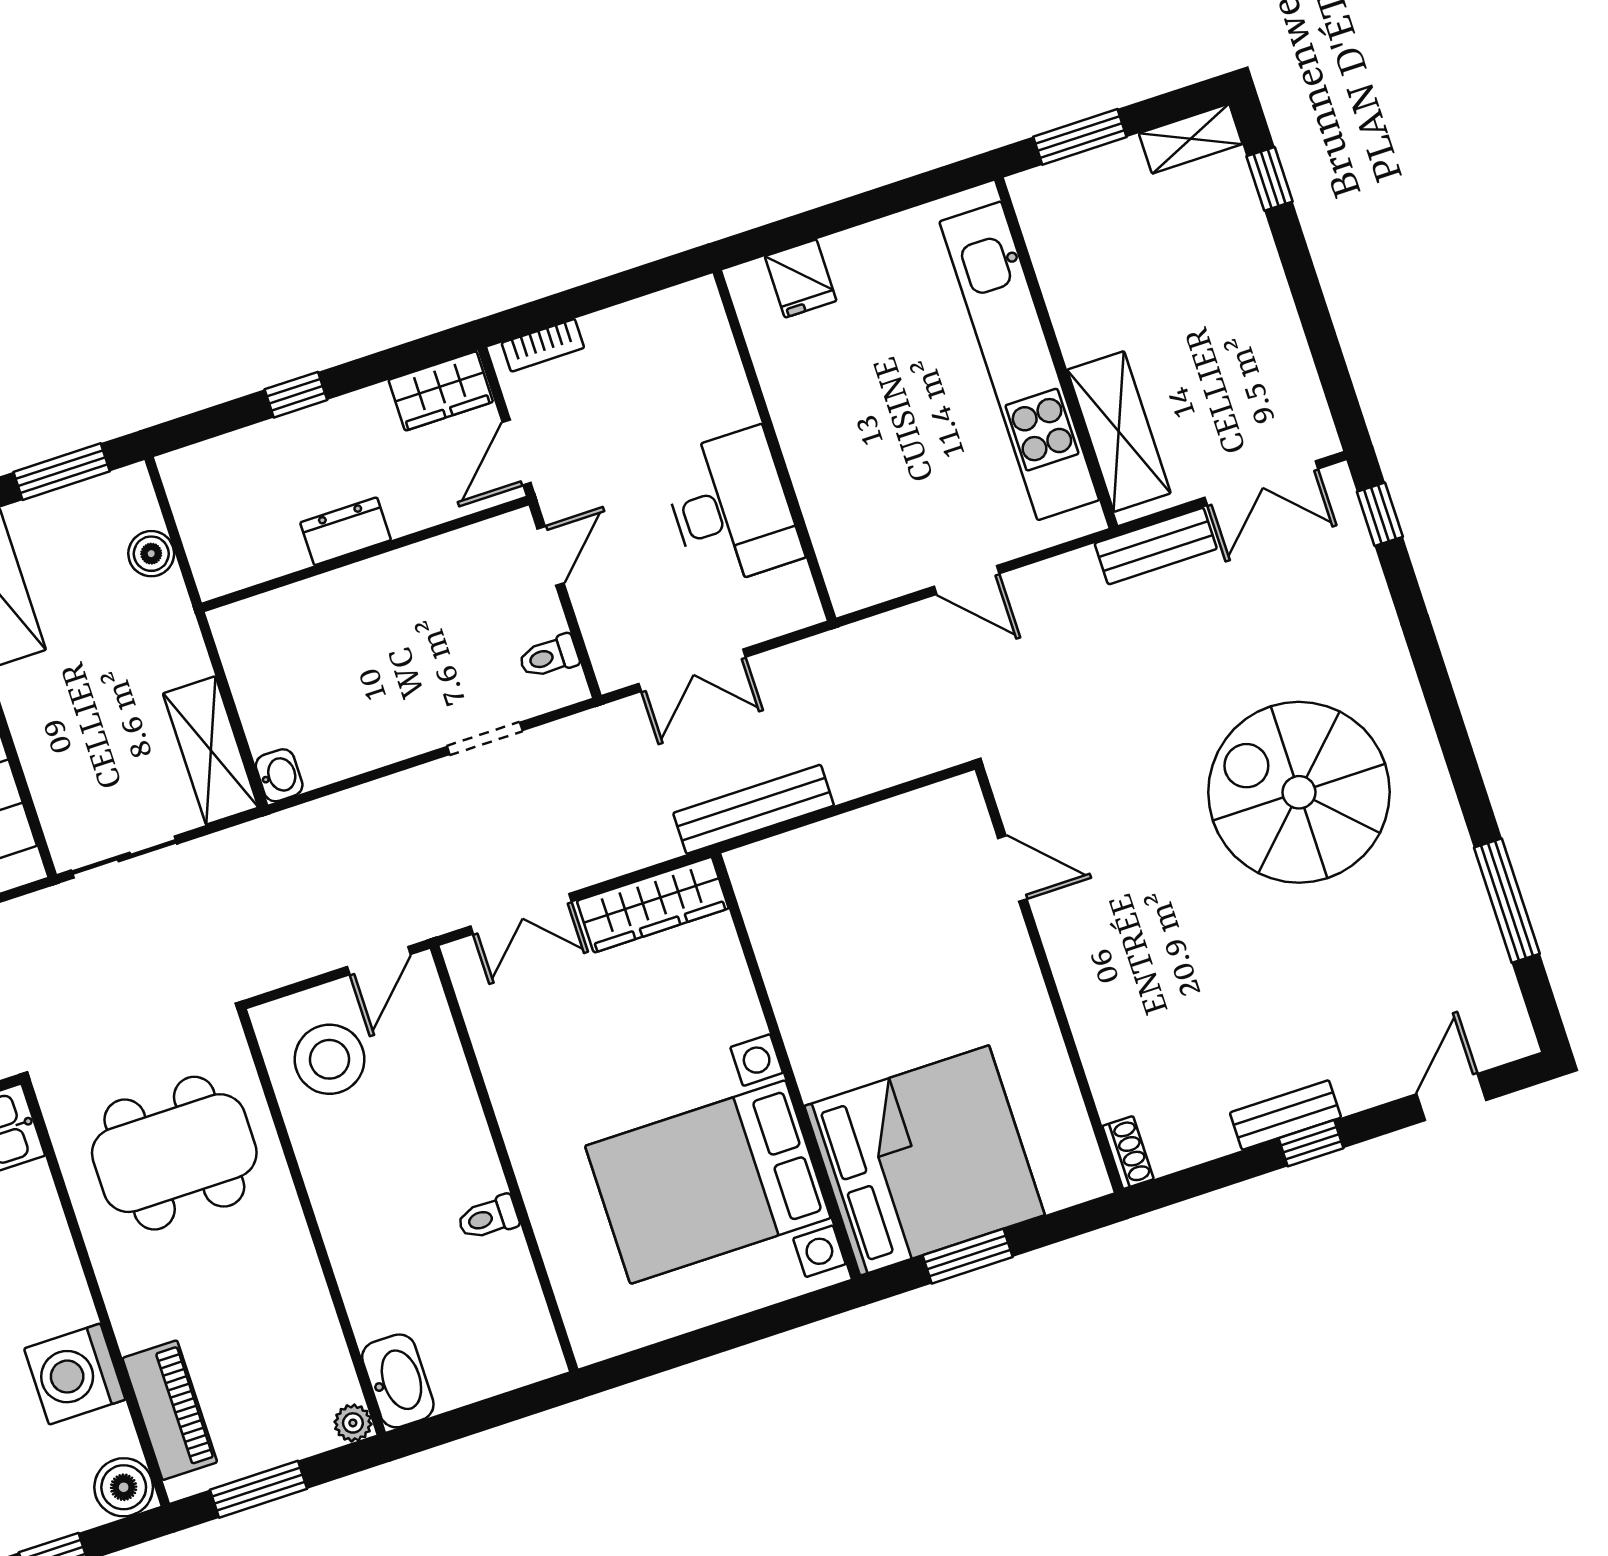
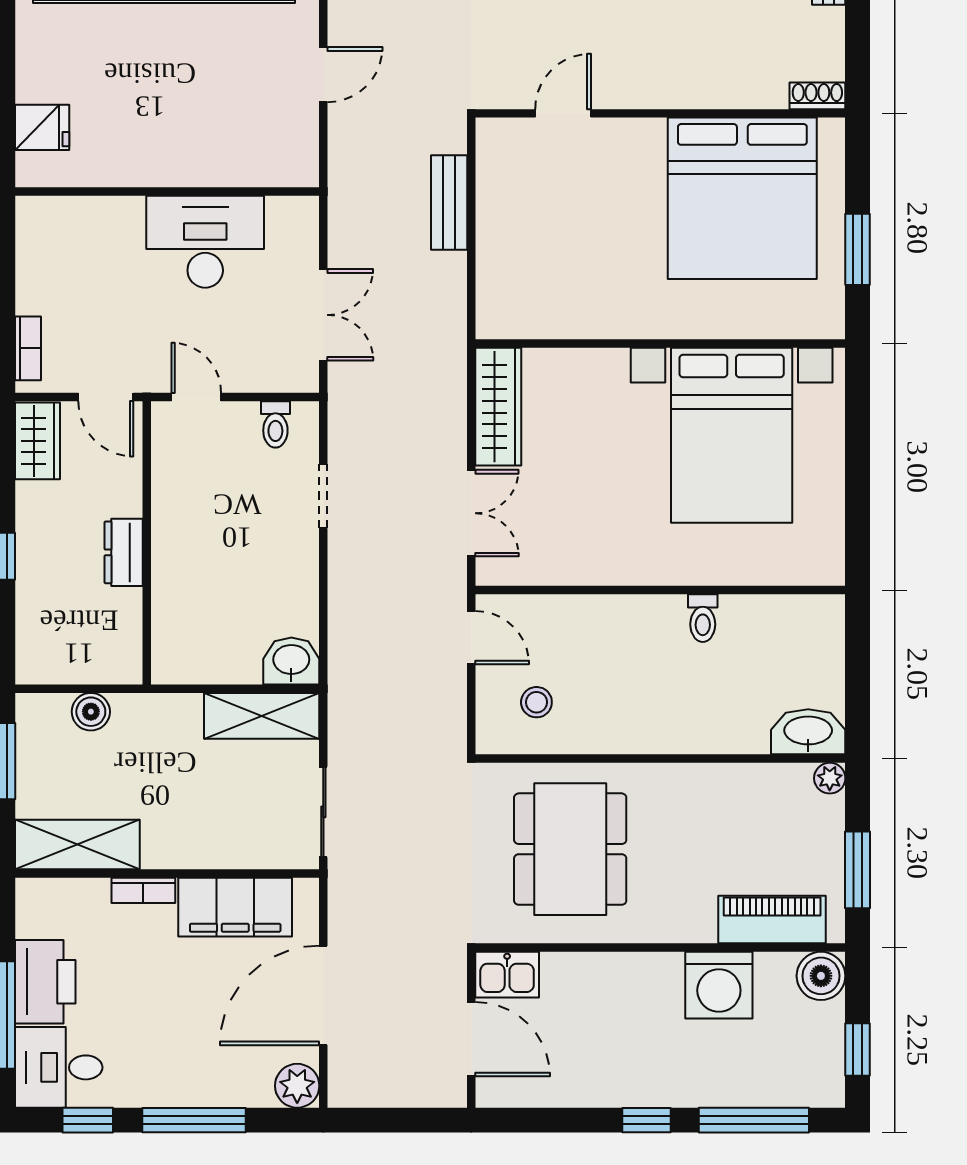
washbasin: (279, 775) -> (291, 661), width x1.38, depth x1.45
bench: (754, 809) -> (449, 203), moved, width x0.73
stool: (330, 1059) -> (536, 702), width x0.53, depth x0.53
bed: (925, 1160) -> (742, 198), moved, turned 180

